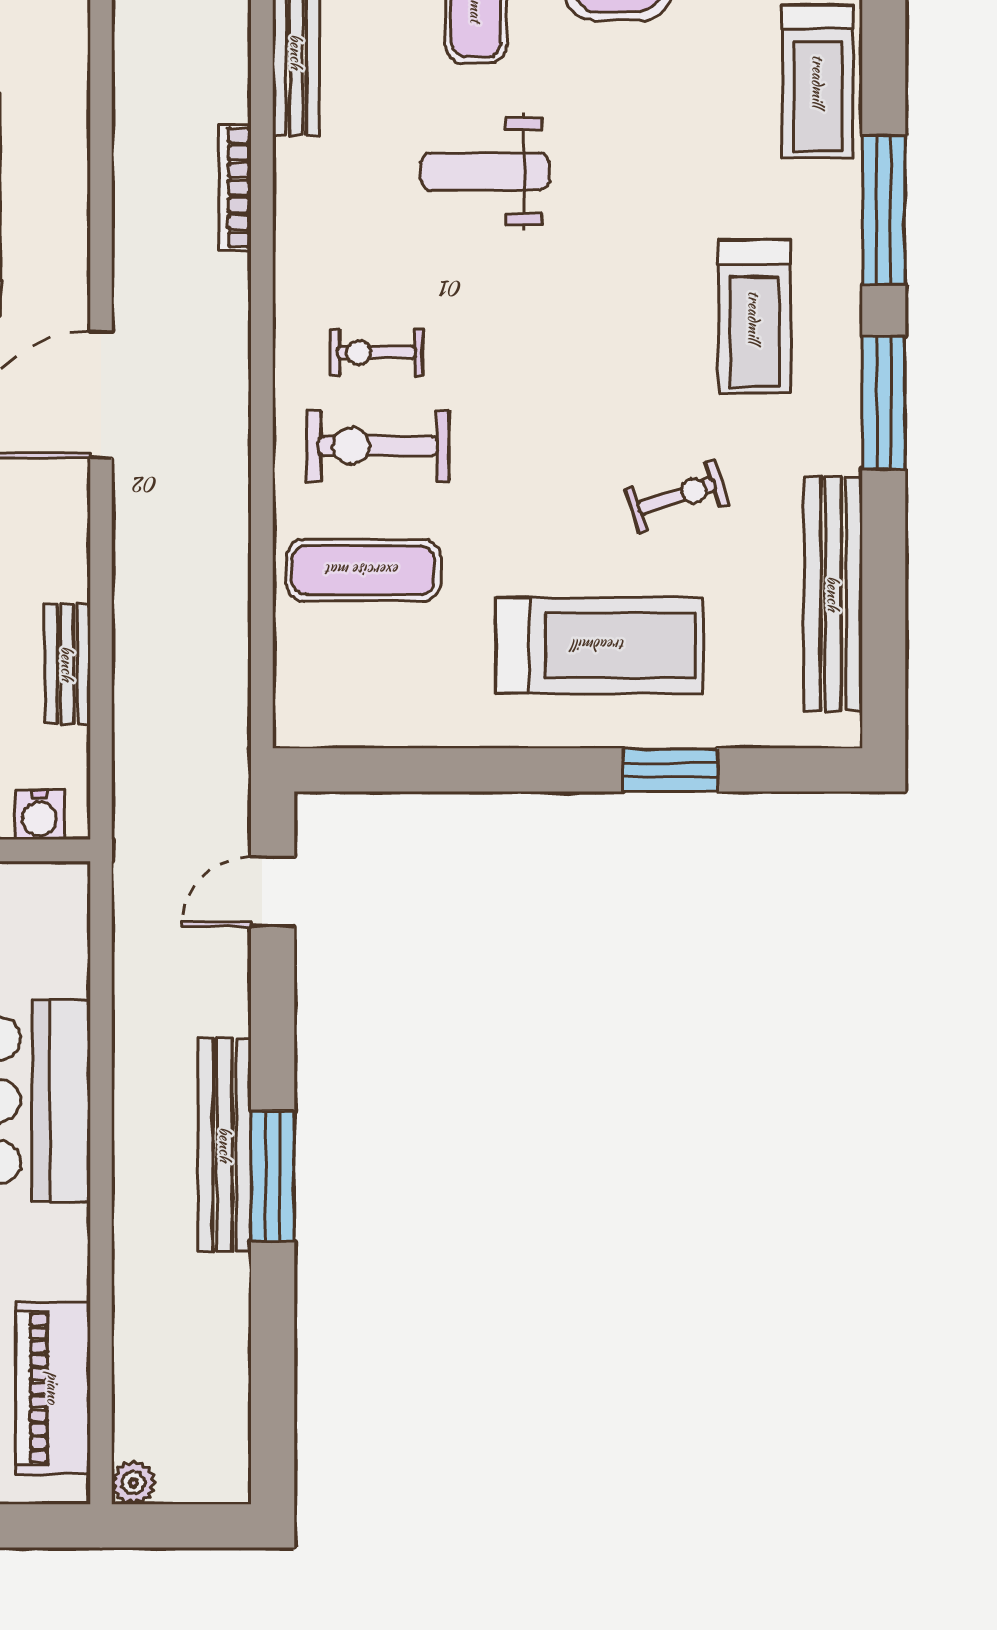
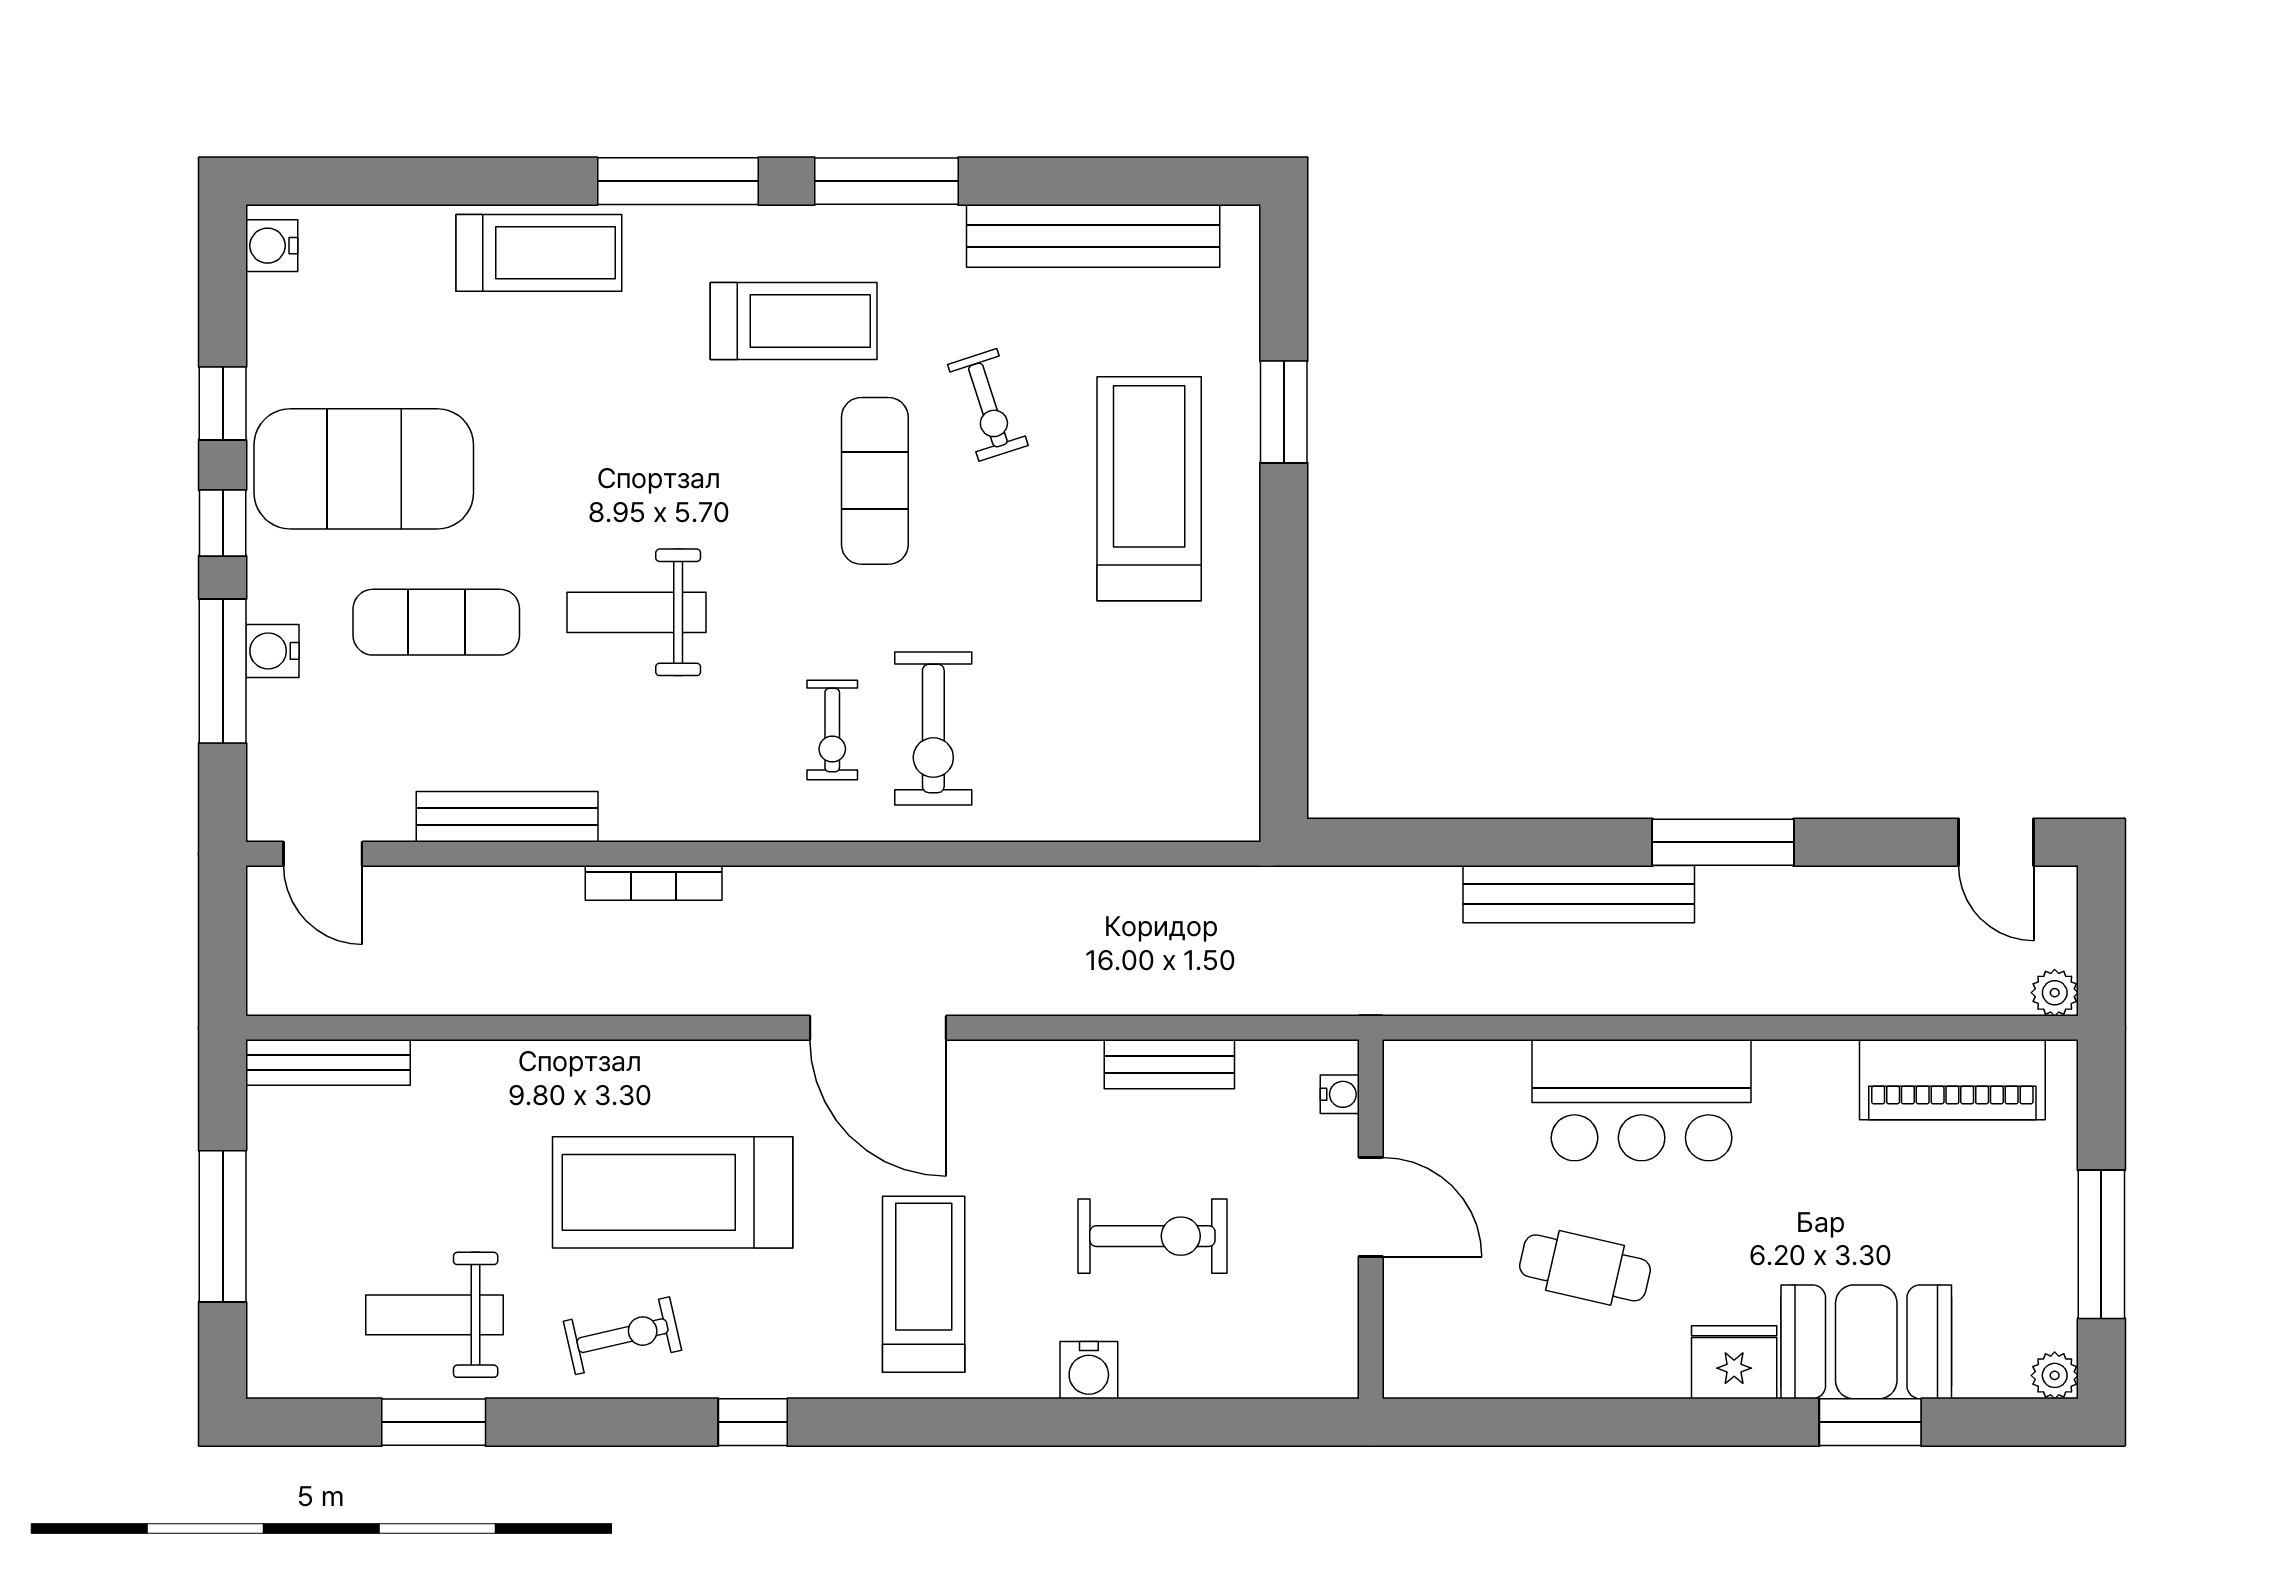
weight bench: (485, 171) -> (636, 612), turned 90
exercise bike: (677, 496) -> (988, 405), turned 180
exercise mat: (363, 570) -> (875, 481), moved
water cooler: (40, 815) -> (1340, 1094), width x0.72, depth x0.72
door: (273, 892) -> (1996, 842), moved
bench: (225, 1145) -> (1579, 894), moved

